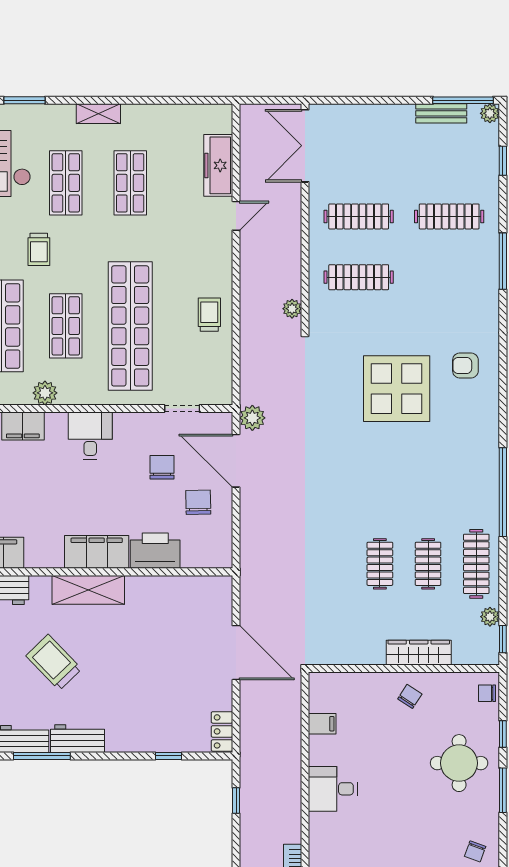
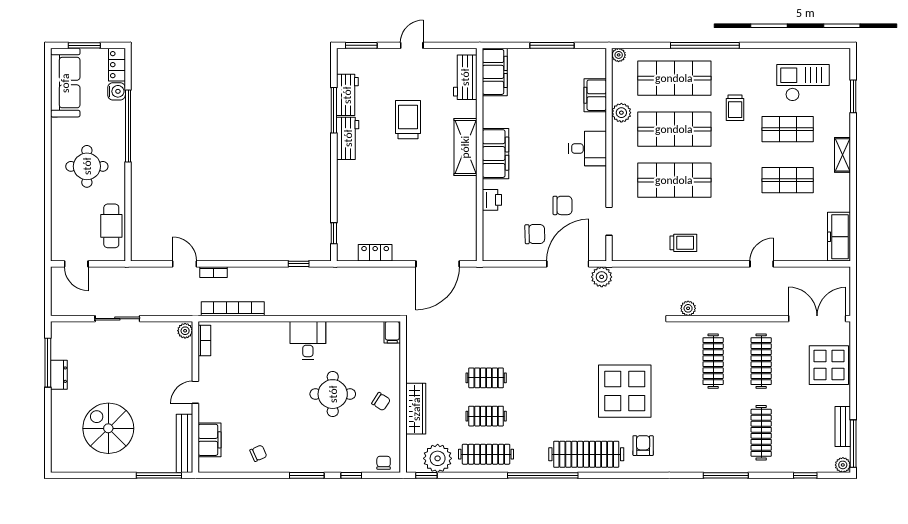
display table: (364, 131) -> (829, 365), added
freezer: (218, 165) -> (839, 237), moved, turned -90
door: (236, 216) -> (762, 264), swing flipped
trolley: (39, 249) -> (735, 108), turned -90
shop shelf: (66, 326) -> (674, 129), width x1.43, depth x1.36
shop shelf: (130, 326) -> (674, 180), width x0.71
clothes rail: (476, 437) -> (586, 454), added
printer: (155, 551) -> (492, 200), width x0.53, depth x0.68
plant: (490, 617) -> (438, 458), width x1.88, depth x1.88
door: (236, 653) -> (438, 264), moved
trolley: (54, 662) -> (408, 120), turned -46
filing cabinet: (322, 724) -> (392, 332), moved
locker: (222, 731) -> (375, 253), moved
window: (169, 756) -> (334, 233), moved
round table: (459, 763) -> (333, 394), moved
chair: (475, 851) -> (258, 453), turned 136

